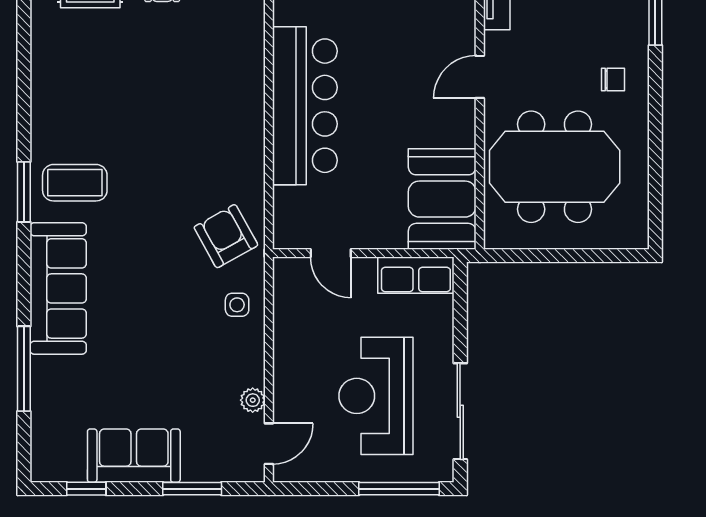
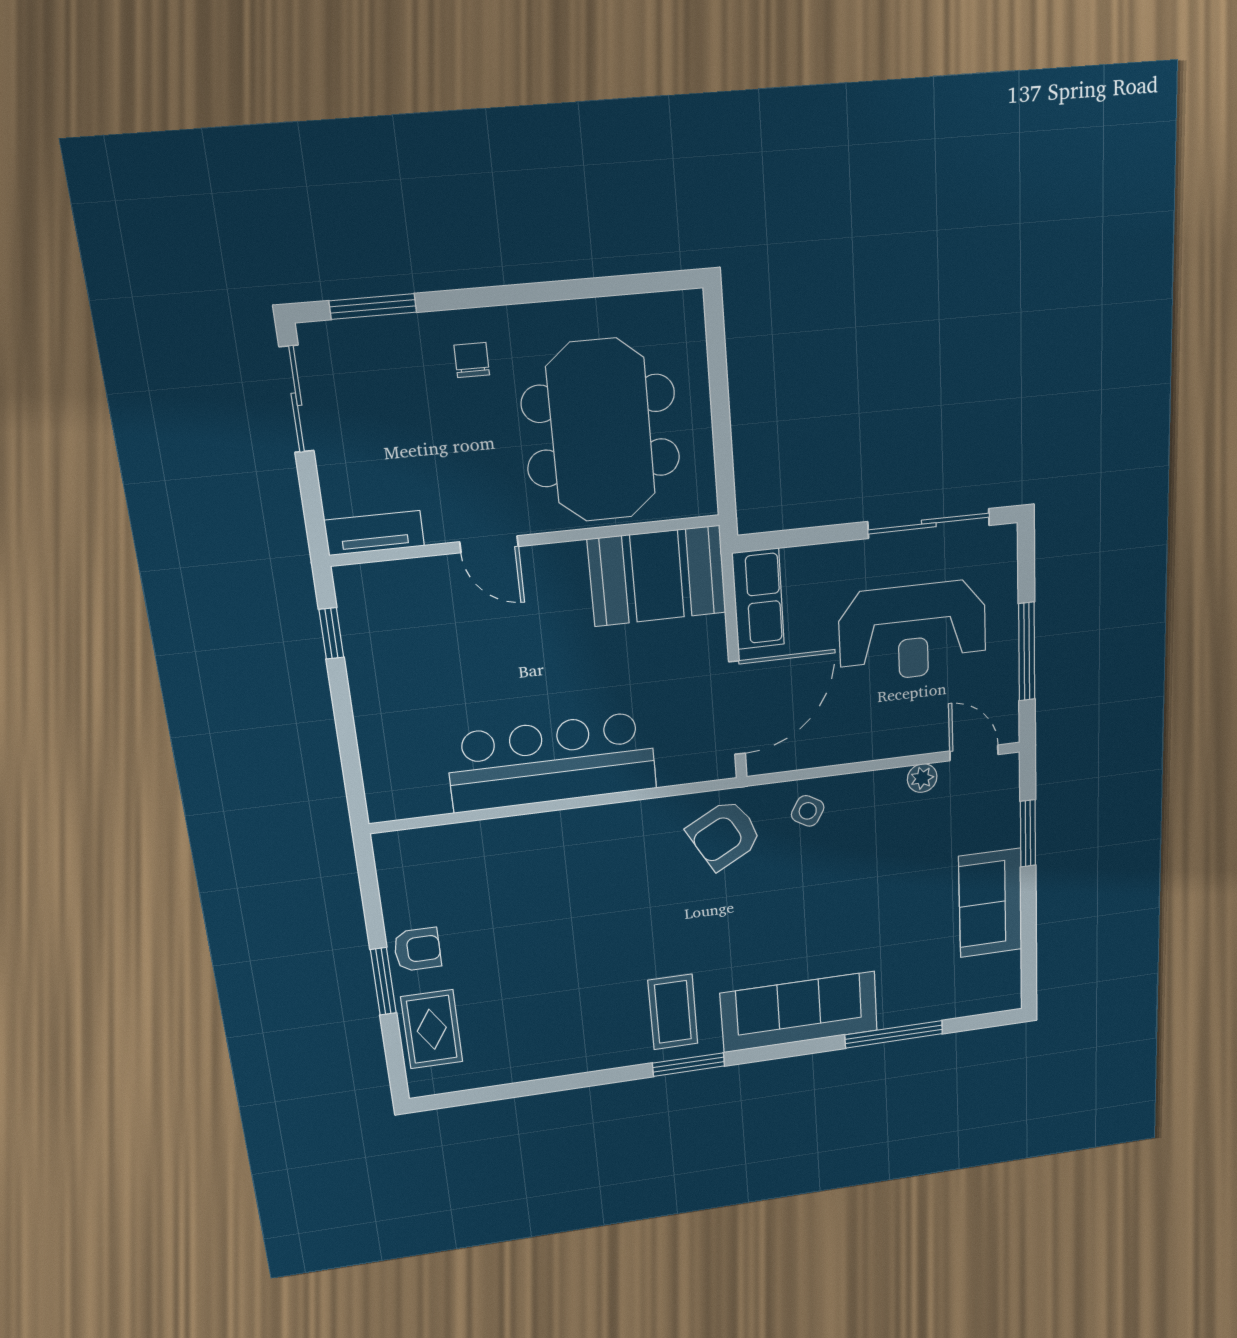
door: (331, 253) -> (737, 708), width x1.87
side table: (237, 305) -> (808, 811), turned 30
window: (86, 489) -> (1029, 949), removed
window: (399, 489) -> (1027, 652), moved

